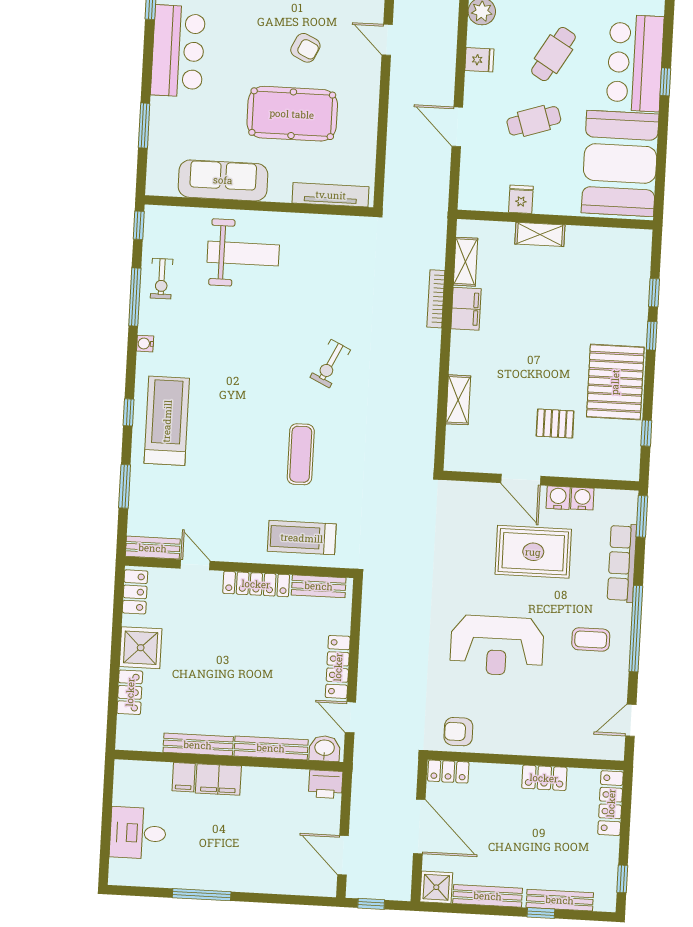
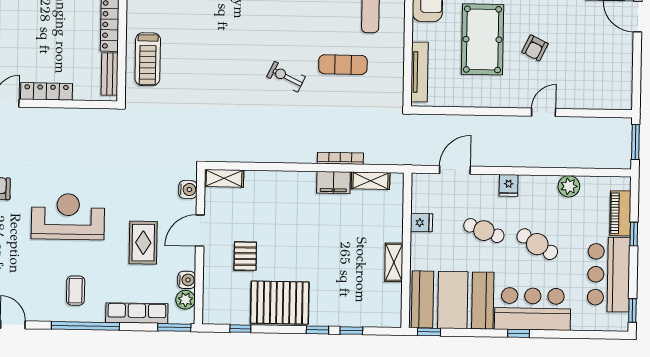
fridge: (479, 60) -> (509, 185), moved
cafe table: (534, 121) -> (484, 231), turned -52
door: (457, 127) -> (455, 170), moved
window: (659, 195) -> (429, 332), added
shelving: (540, 234) -> (394, 262), moved
shelving: (458, 400) -> (224, 178), moved
exercise mat: (301, 454) -> (343, 65), moved
water cooler: (558, 498) -> (188, 190), moved
plant: (607, 501) -> (185, 300), added
treadmill: (302, 538) -> (148, 59), turned 180
rug: (533, 552) -> (143, 243), width x0.73, depth x0.70
reception desk: (497, 646) -> (68, 217), turned 90

